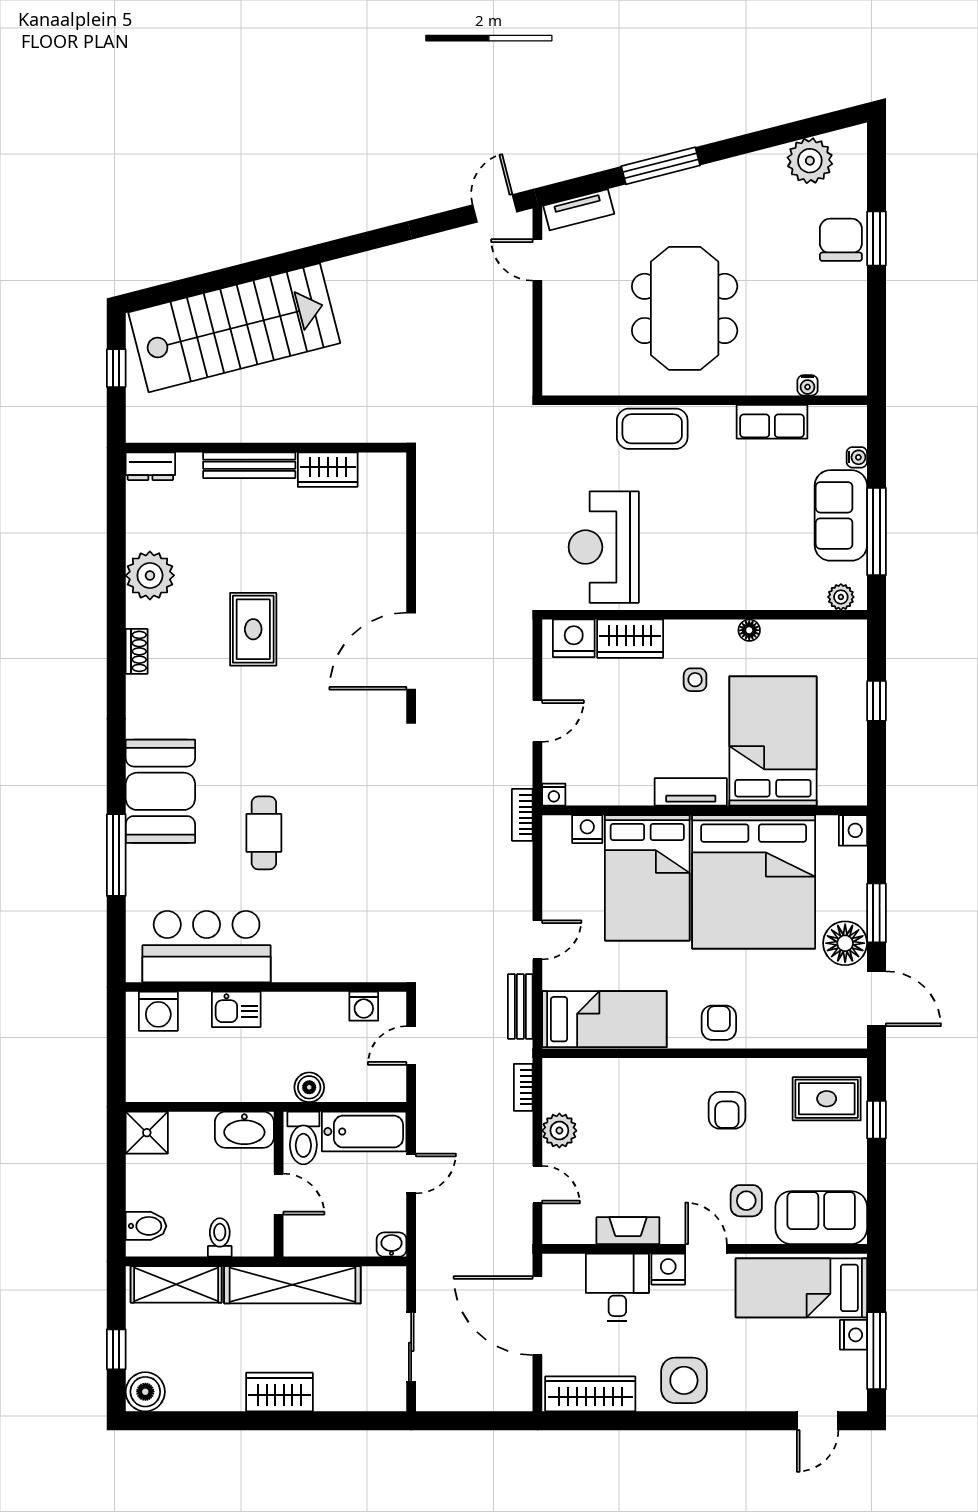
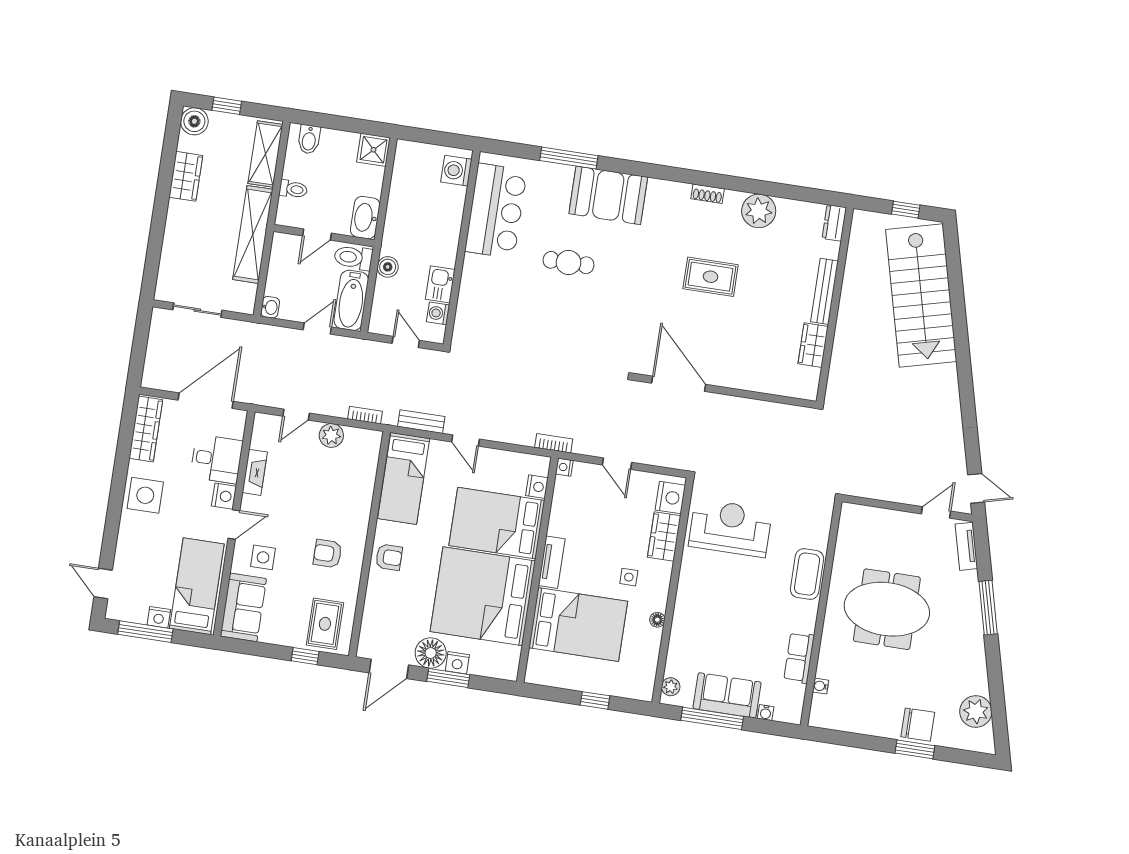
nightstand: (853, 830) -> (457, 663), moved
kitchen sink: (236, 1009) -> (440, 284), moved
door: (411, 1173) -> (317, 328), swing flipped
wardrobe: (280, 1392) -> (186, 176), moved

